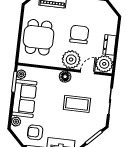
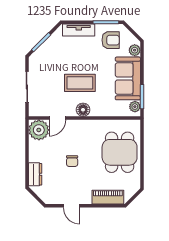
chair: (79, 35) -> (72, 161), width x0.54, depth x0.54
dresser: (110, 45) -> (35, 174), moved
plant: (71, 60) -> (78, 131), removed
coffee table: (77, 104) -> (80, 83), moved

